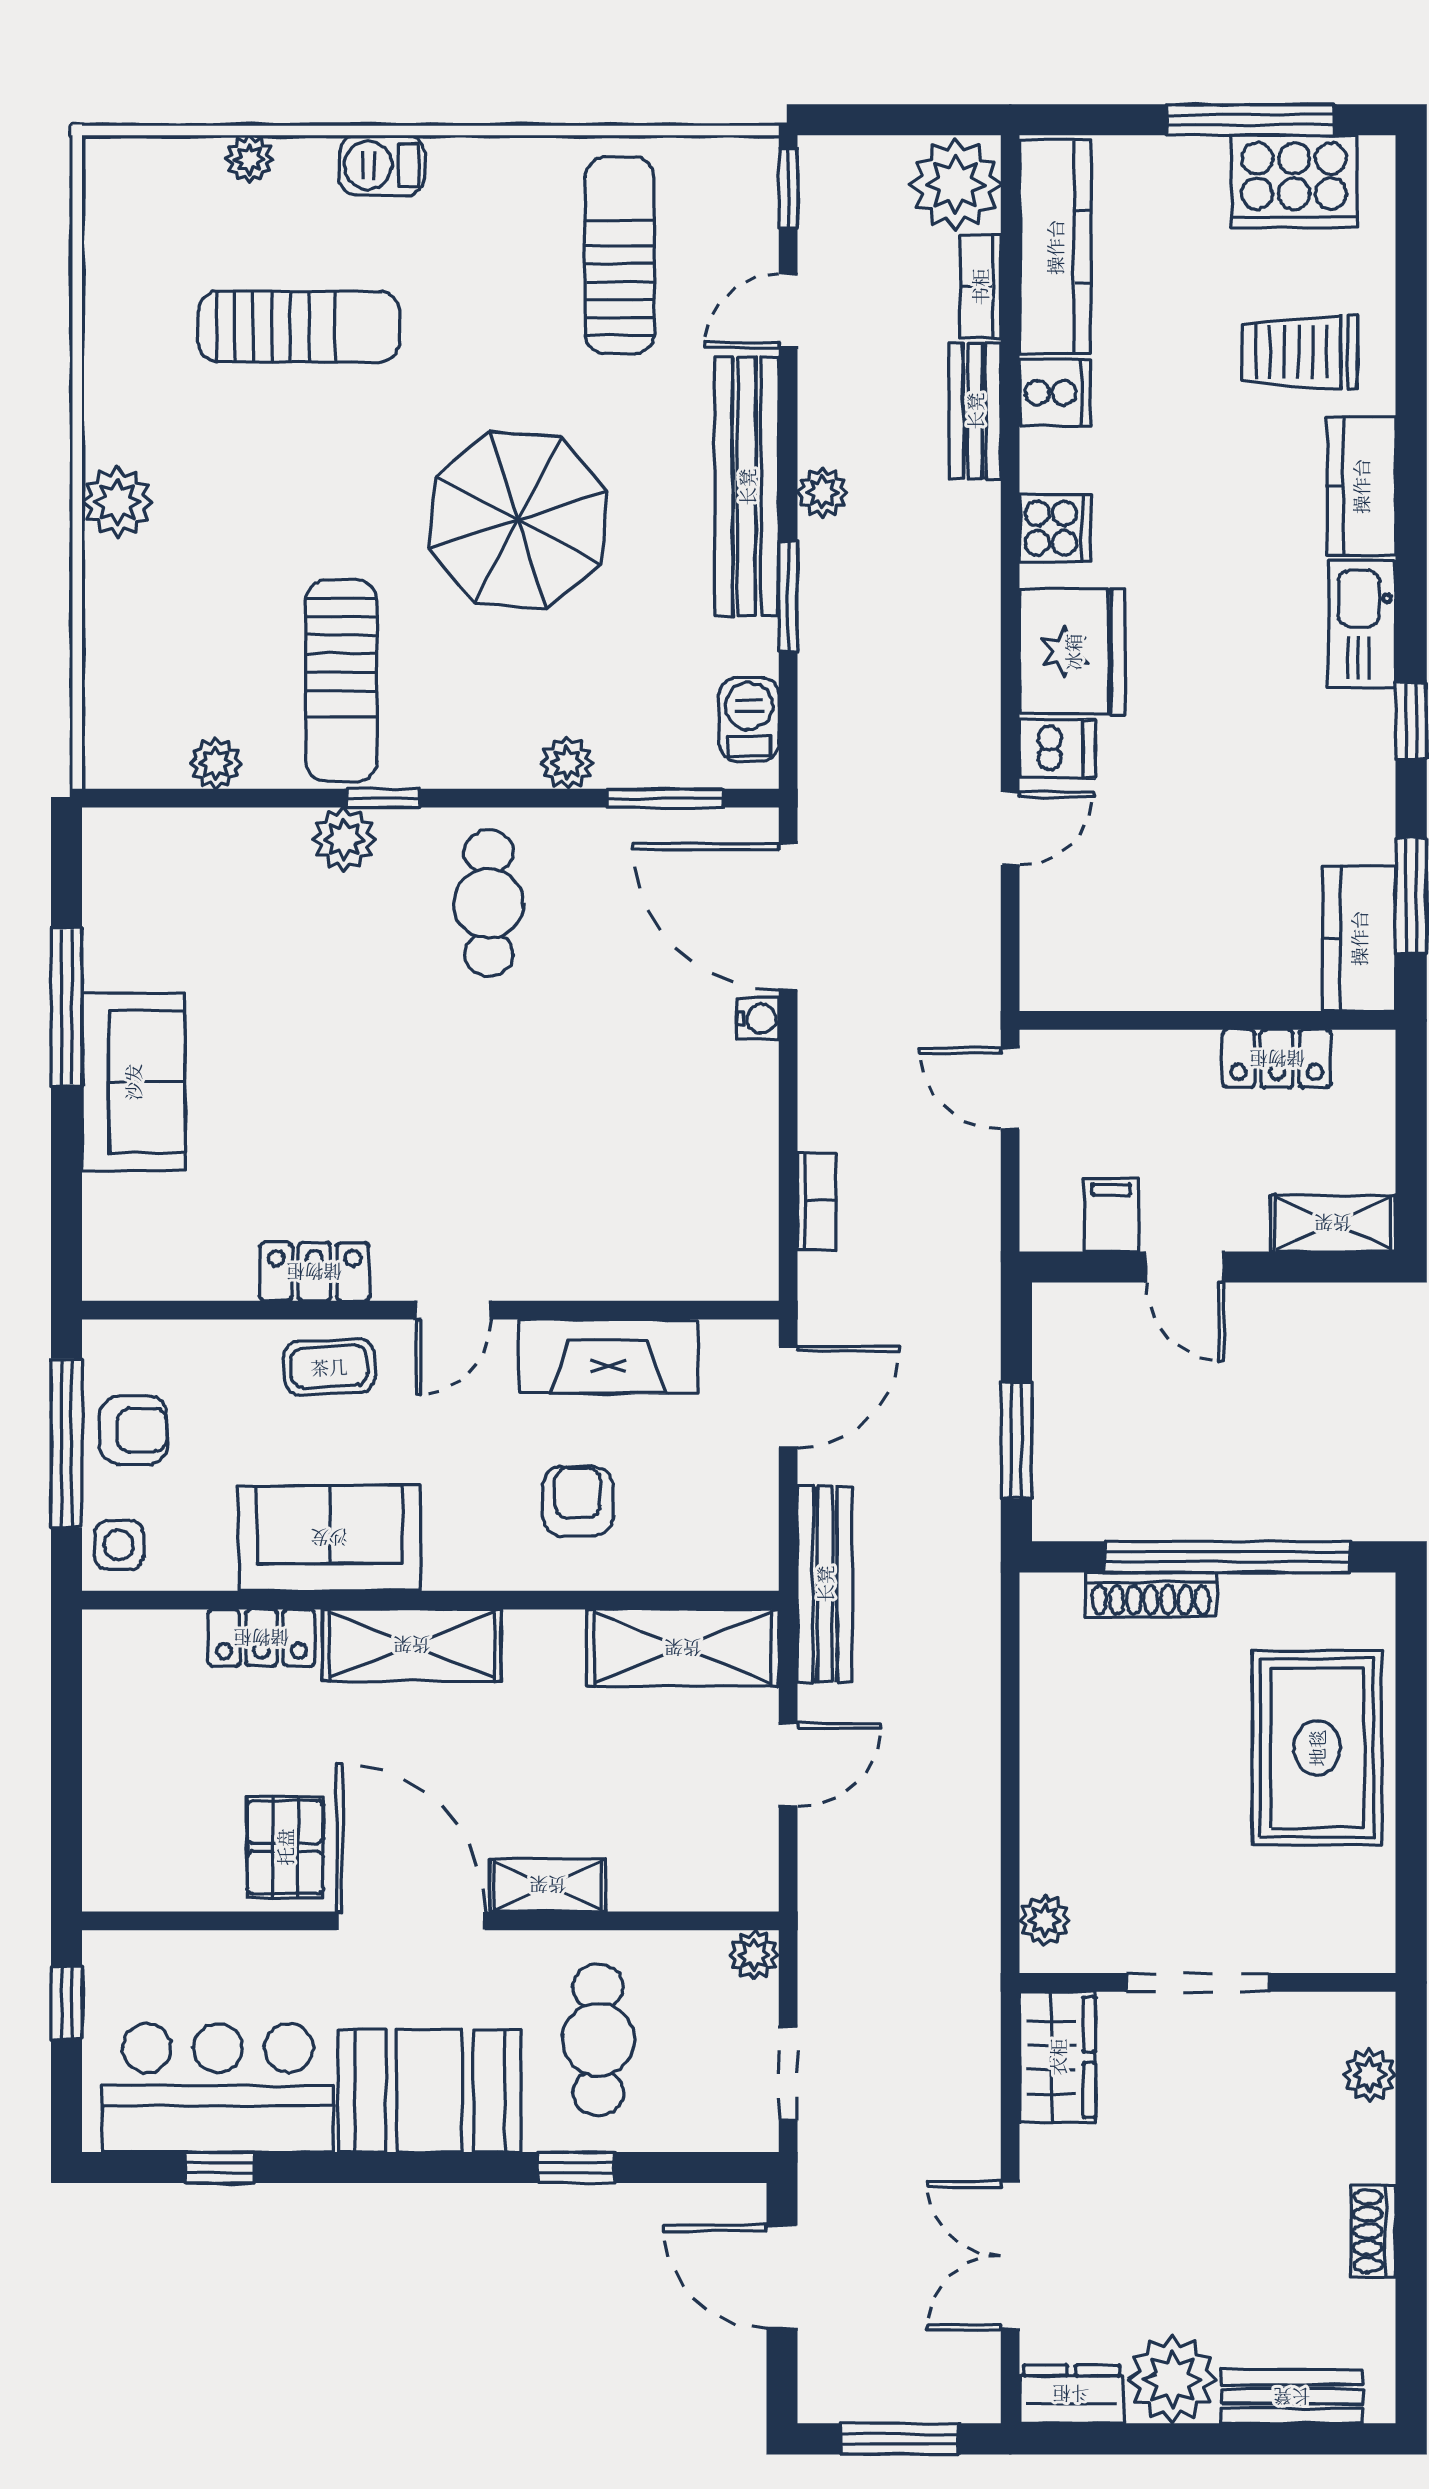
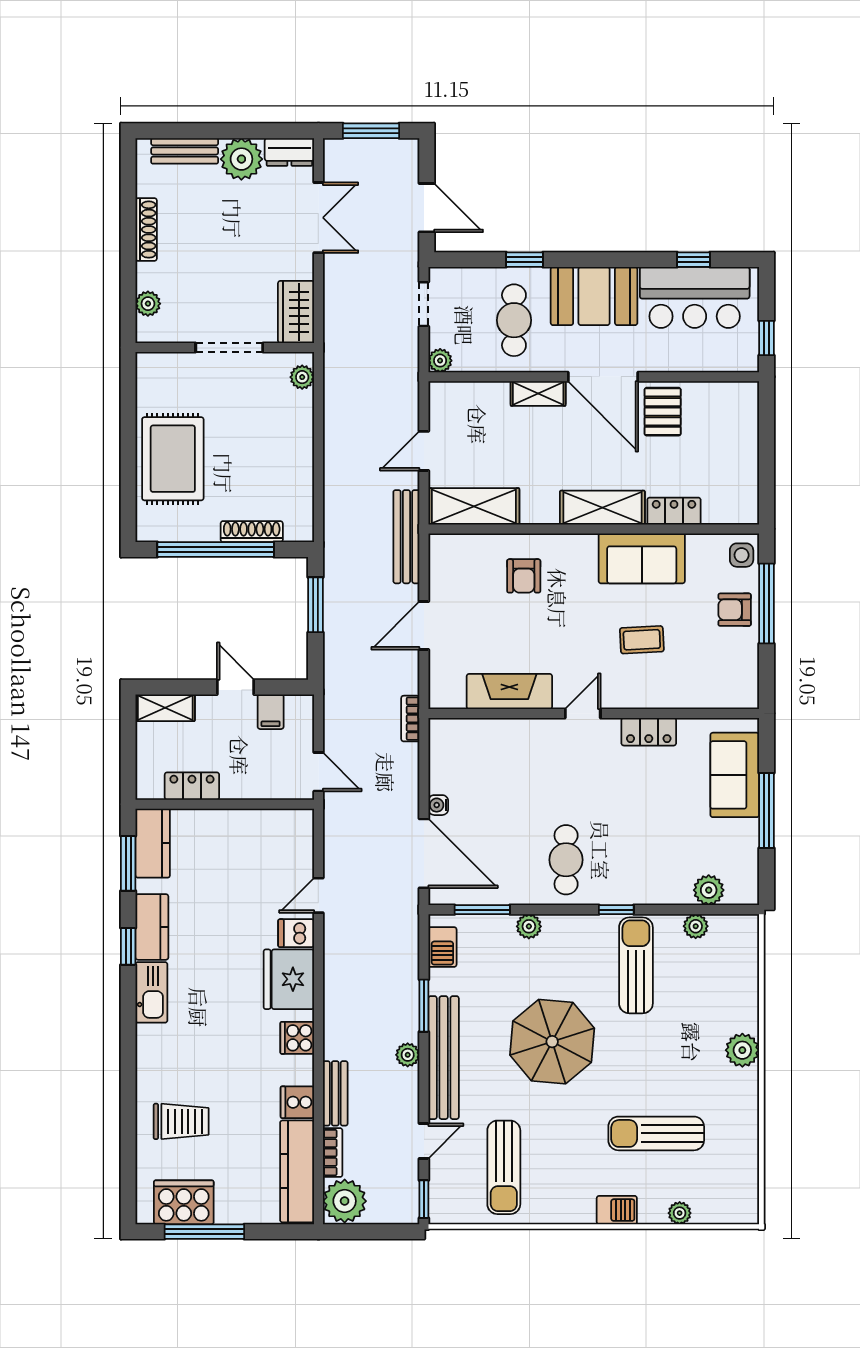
kitchen counter: (1361, 486) -> (152, 927), moved
plant: (344, 839) -> (709, 890), moved
locker: (314, 1272) -> (649, 732), moved
wall: (430, 1310) -> (594, 713), moved
door: (453, 1310) -> (583, 713), moved
fireplace: (608, 1356) -> (509, 691), moved
shoe rack: (1373, 2231) -> (146, 230), width x1.43

